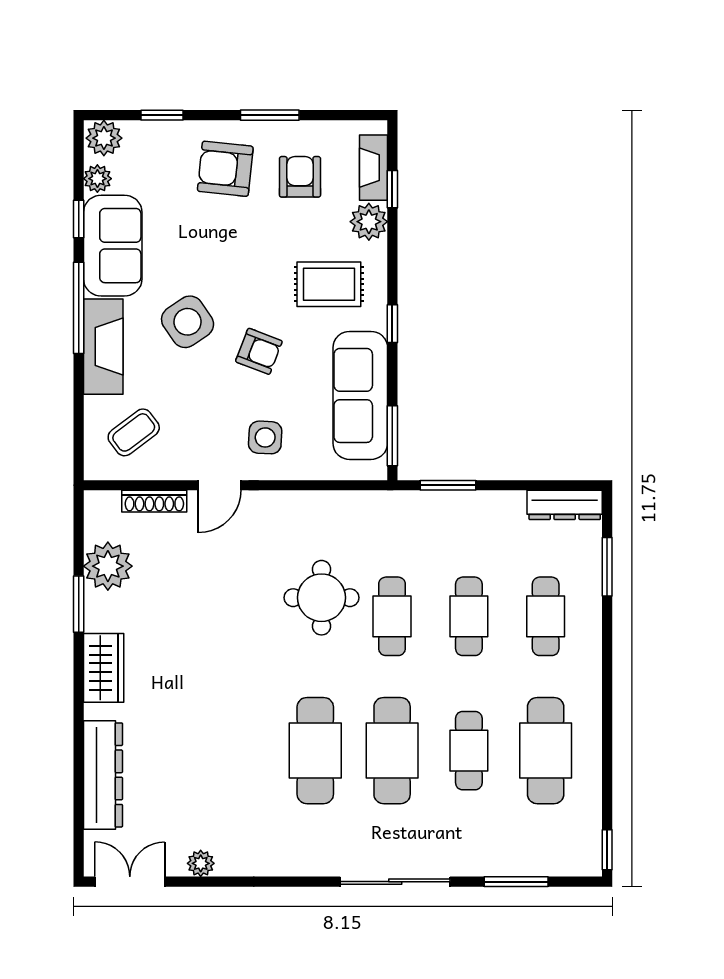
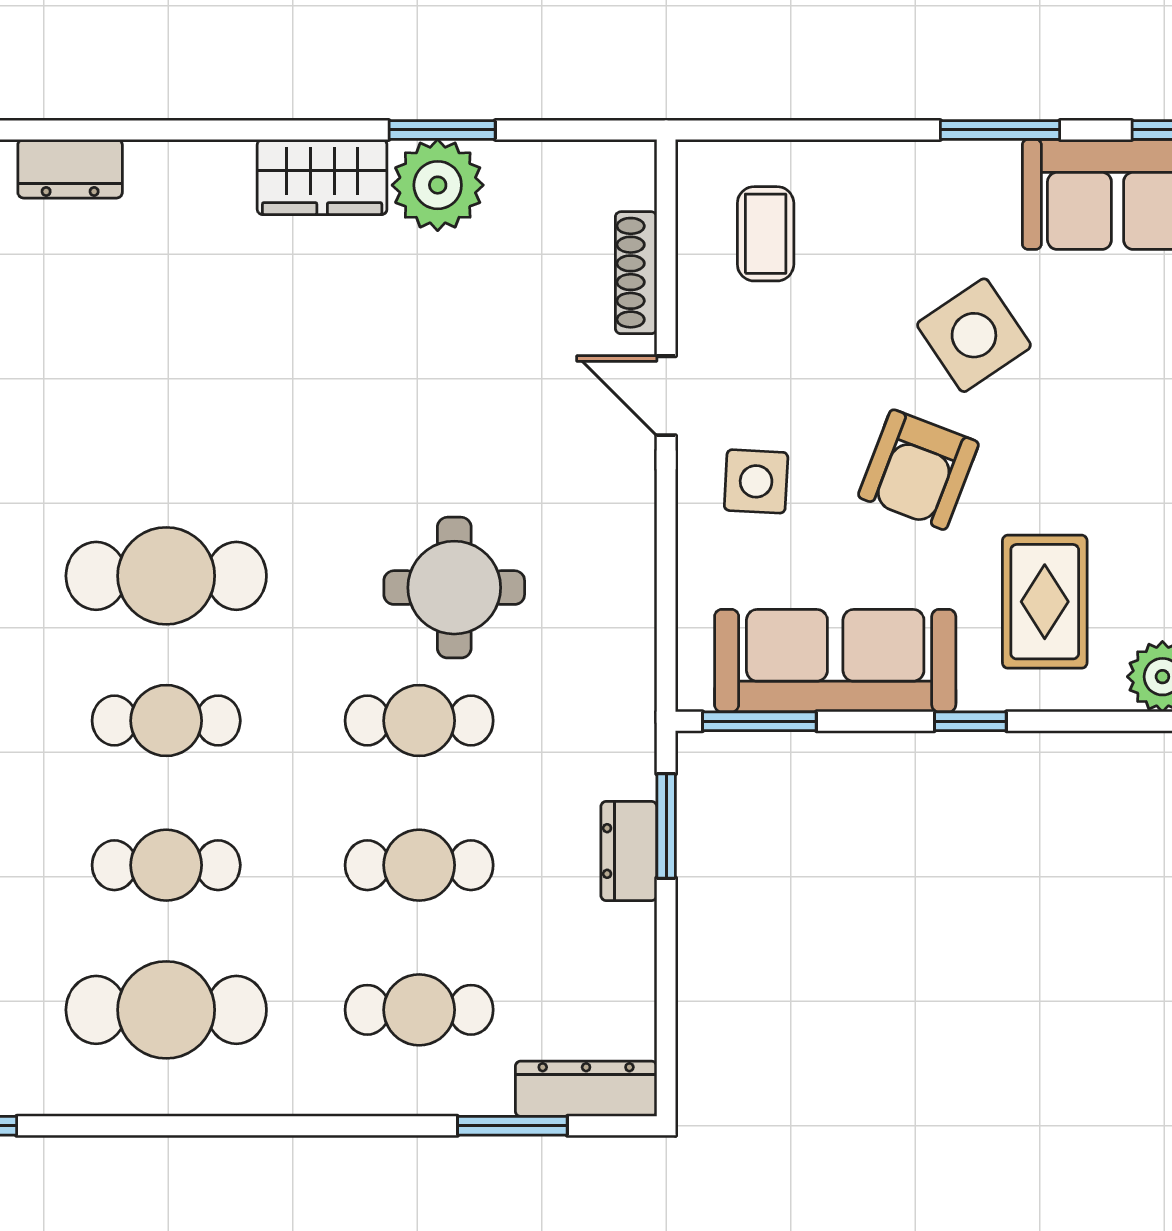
window: (79, 308) -> (1000, 130), width x0.69
fireplace: (103, 347) -> (927, 176), removed
armchair: (259, 351) -> (918, 470), width x1.38, depth x1.38
coffee table: (134, 432) -> (766, 234), turned 37
dresser: (461, 505) -> (629, 851), added
dresser: (565, 505) -> (586, 1089), moved, turned 90
plant: (108, 566) -> (438, 185), moved
cafe table: (392, 751) -> (166, 721), width x0.73, depth x0.74
dresser: (103, 775) -> (70, 169), width x0.51, depth x0.80

